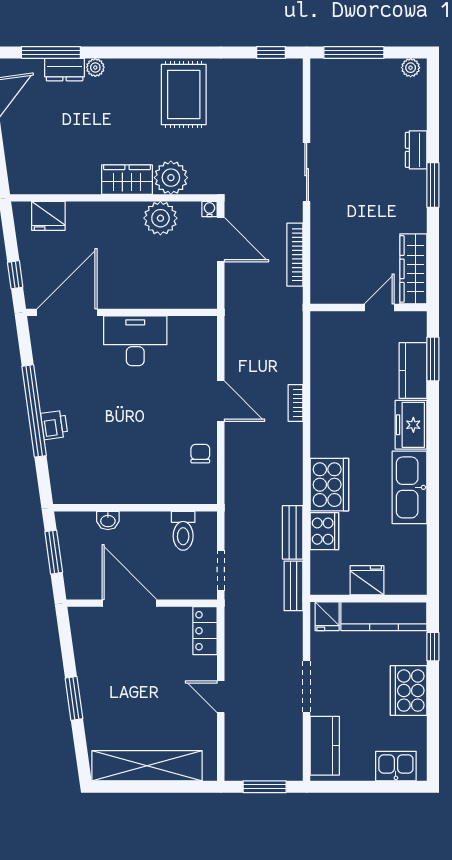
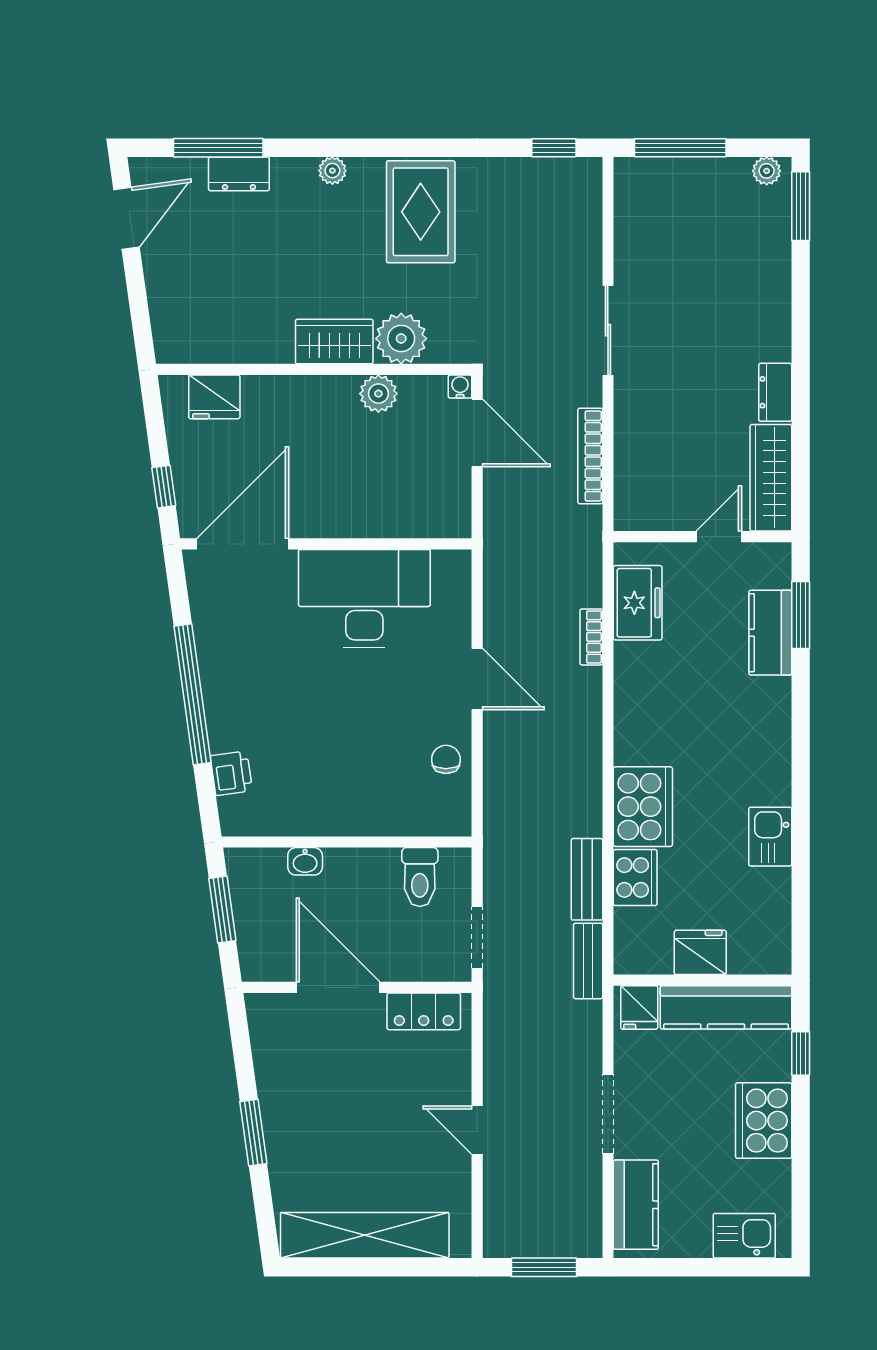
plant: (95, 67) -> (332, 171), moved
dresser: (416, 150) -> (775, 392), moved
window: (433, 185) -> (801, 206), moved
plant: (160, 218) -> (378, 394), width x0.73, depth x0.73
desk: (135, 341) -> (364, 599), width x1.36, depth x1.30
bookcase: (296, 403) -> (591, 637), moved
printer: (54, 425) -> (231, 773), moved
freezer: (411, 425) -> (638, 603), moved, turned 180
kitchen sink: (410, 487) -> (770, 837), width x0.53, depth x0.81
locker: (205, 631) -> (424, 1011), moved, turned -90

